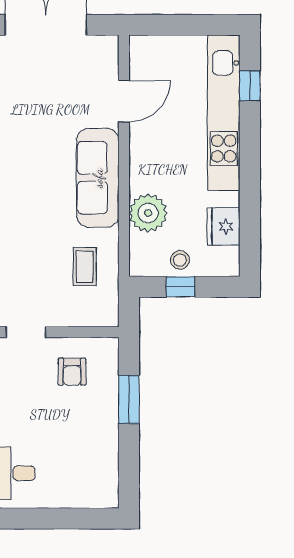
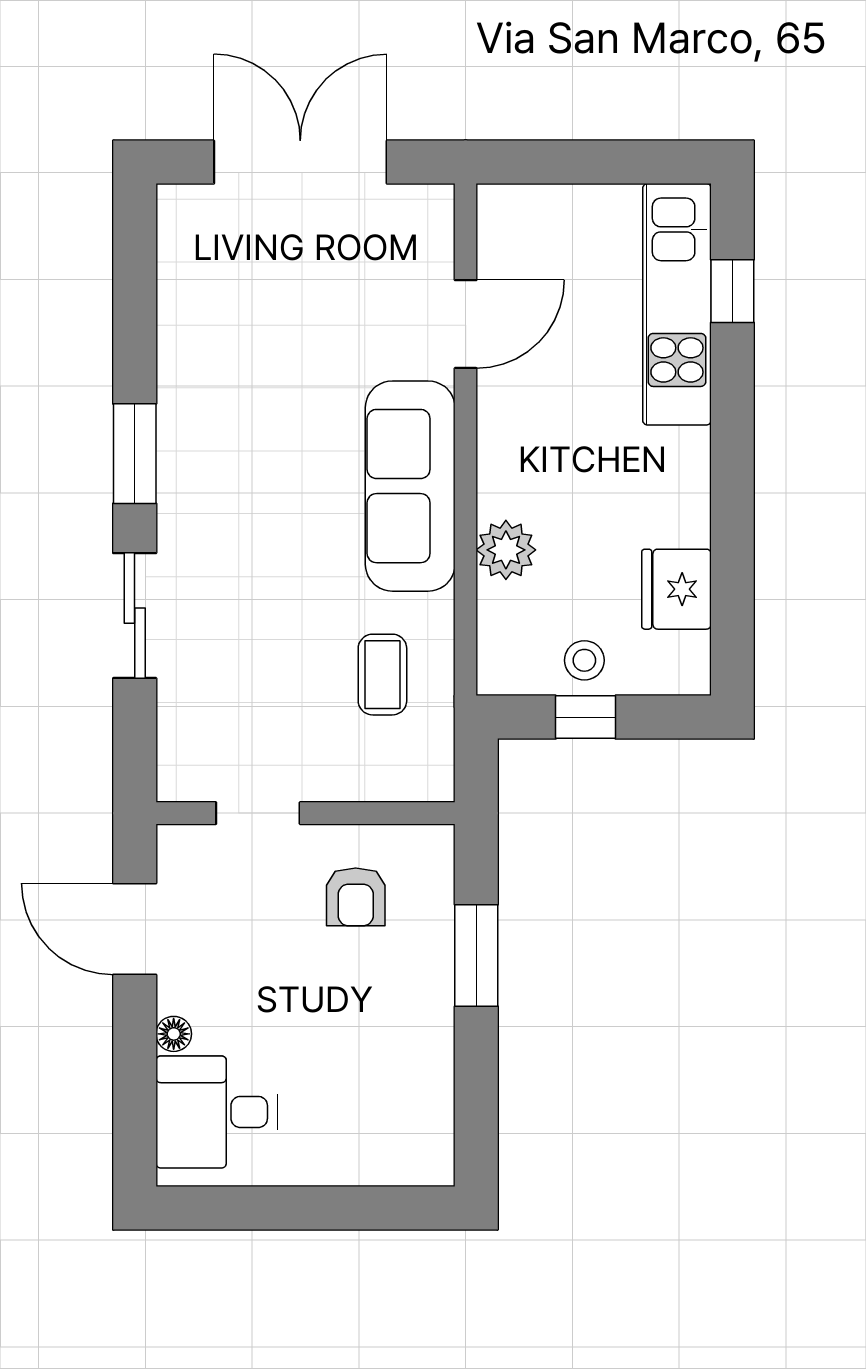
kitchen unit: (224, 113) -> (677, 304), width x0.73
plant: (148, 213) -> (506, 550), width x0.73, depth x0.73

